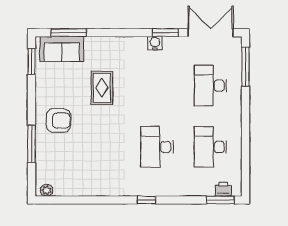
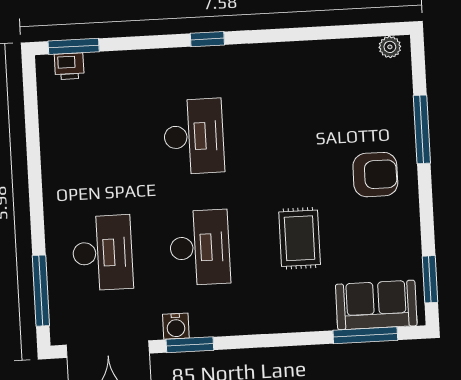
water cooler: (155, 43) -> (176, 326), moved
armchair: (58, 121) -> (375, 175), turned 180
desk: (211, 147) -> (200, 248), moved

